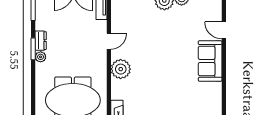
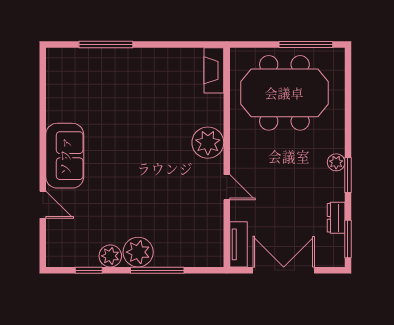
dresser: (41, 41) -> (336, 218), moved
door: (109, 41) -> (227, 187), swing flipped

